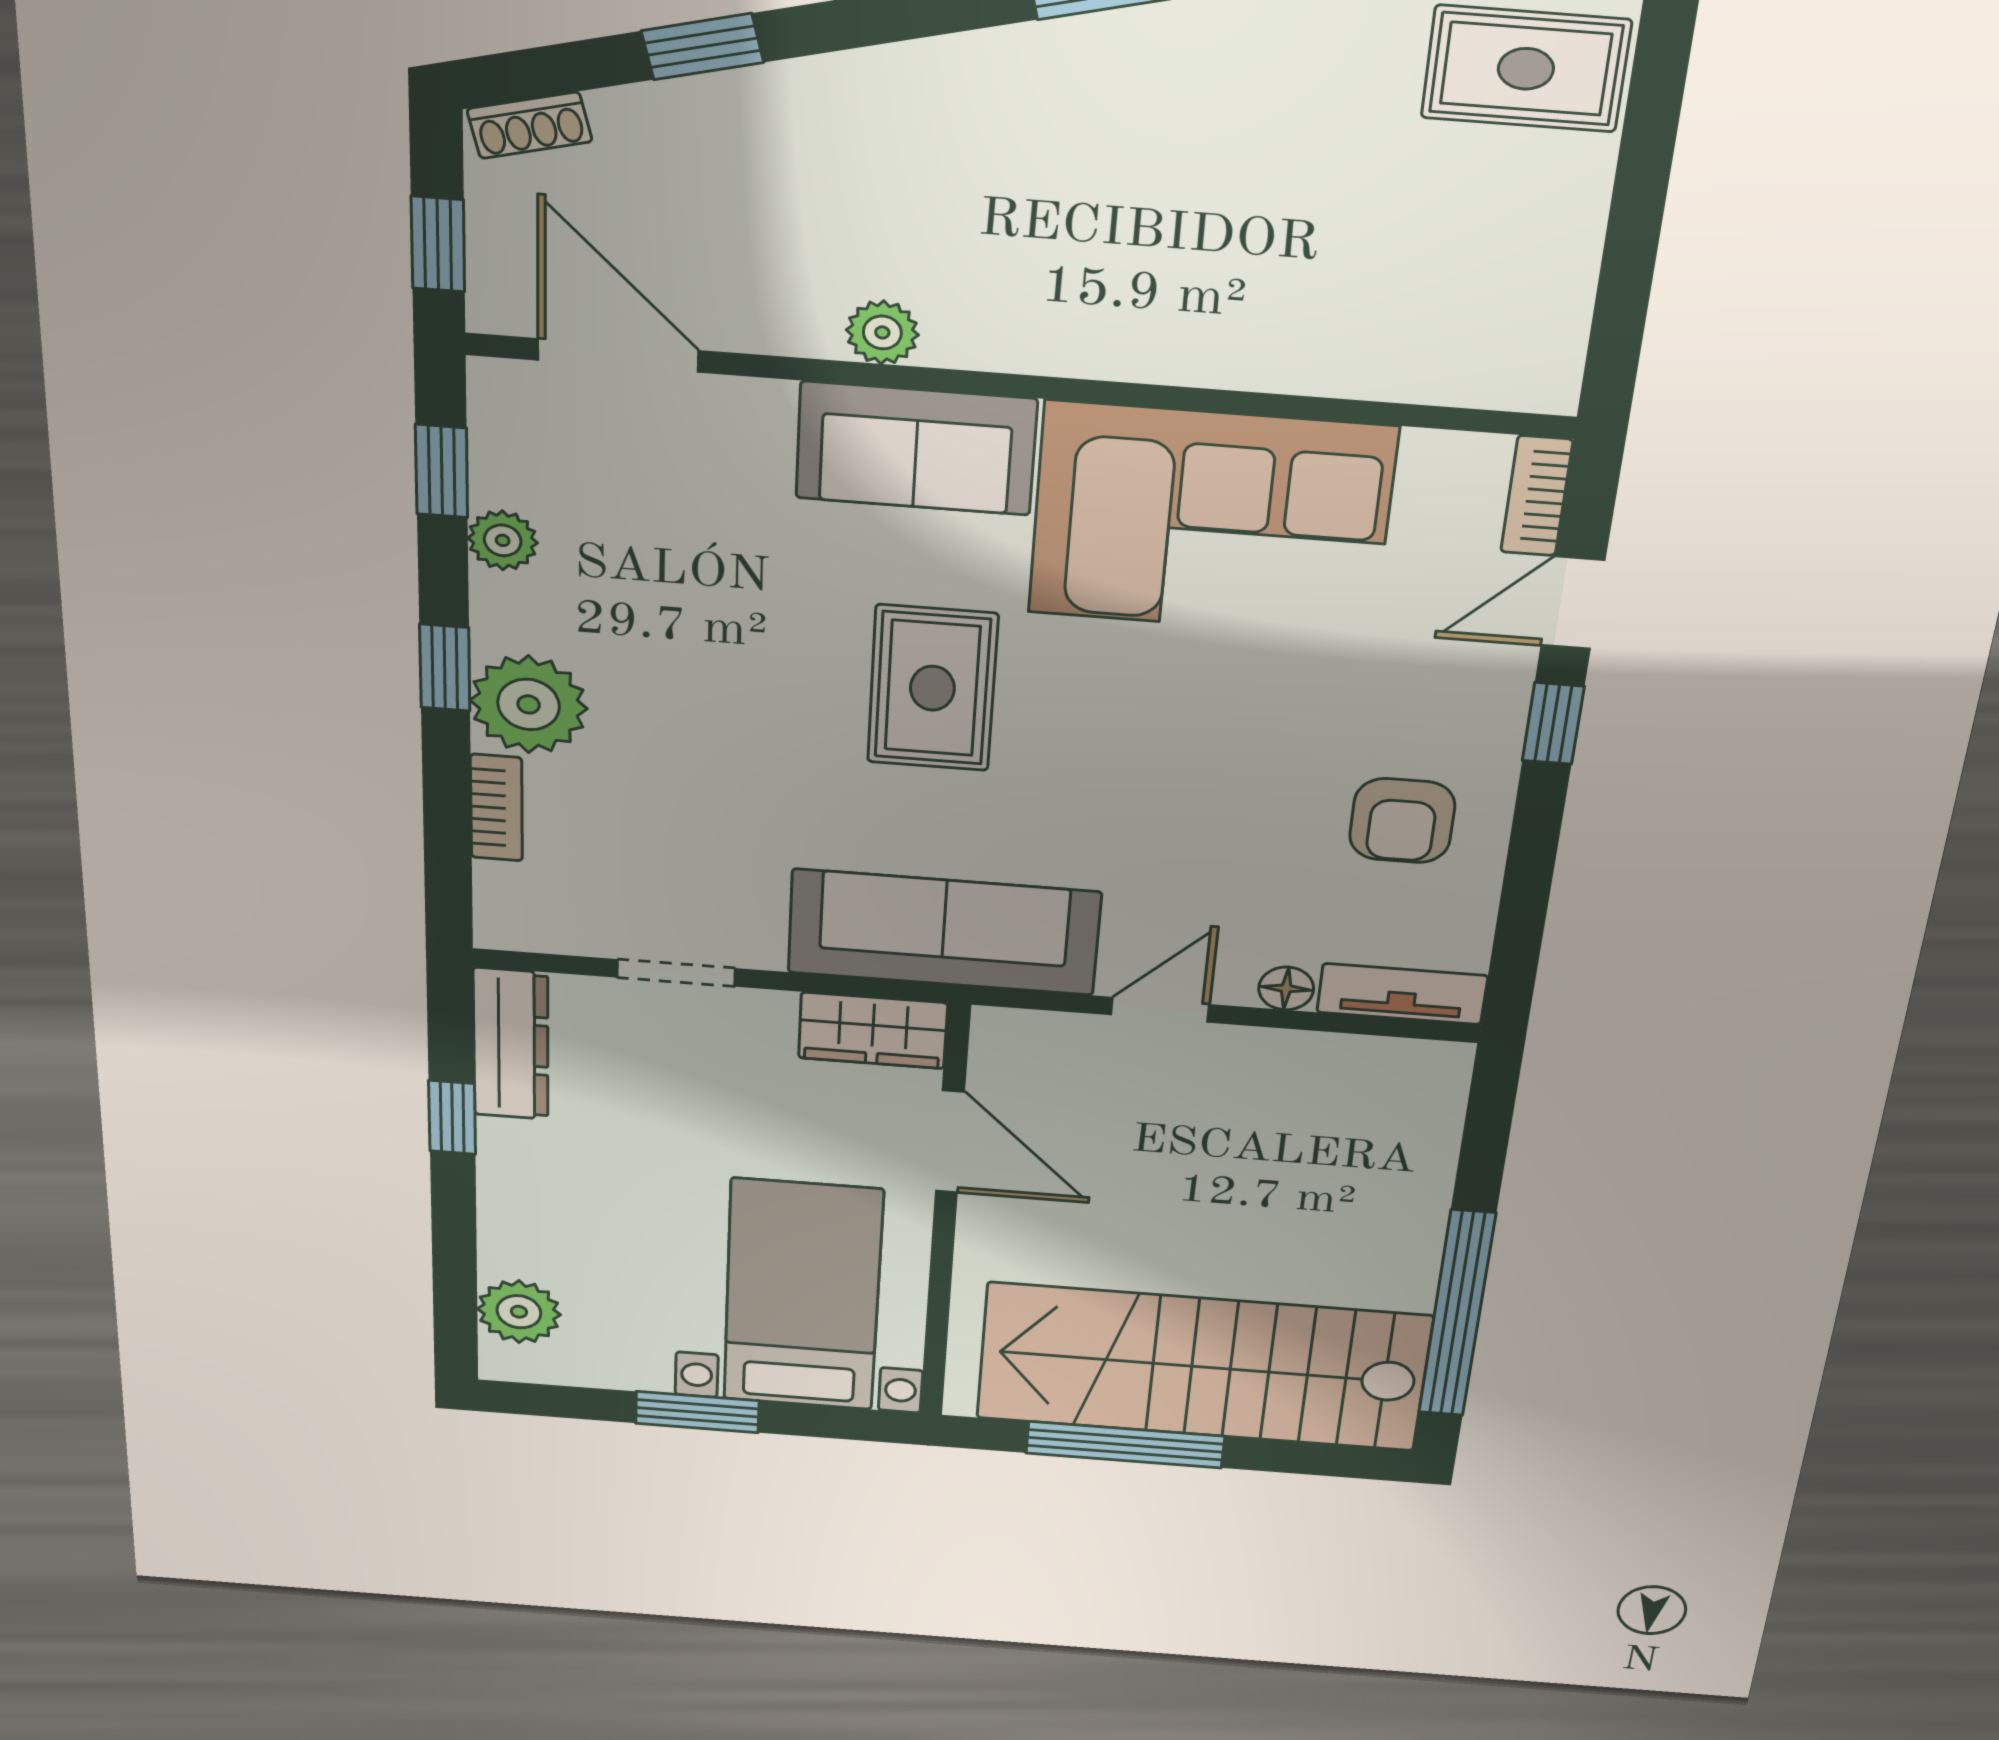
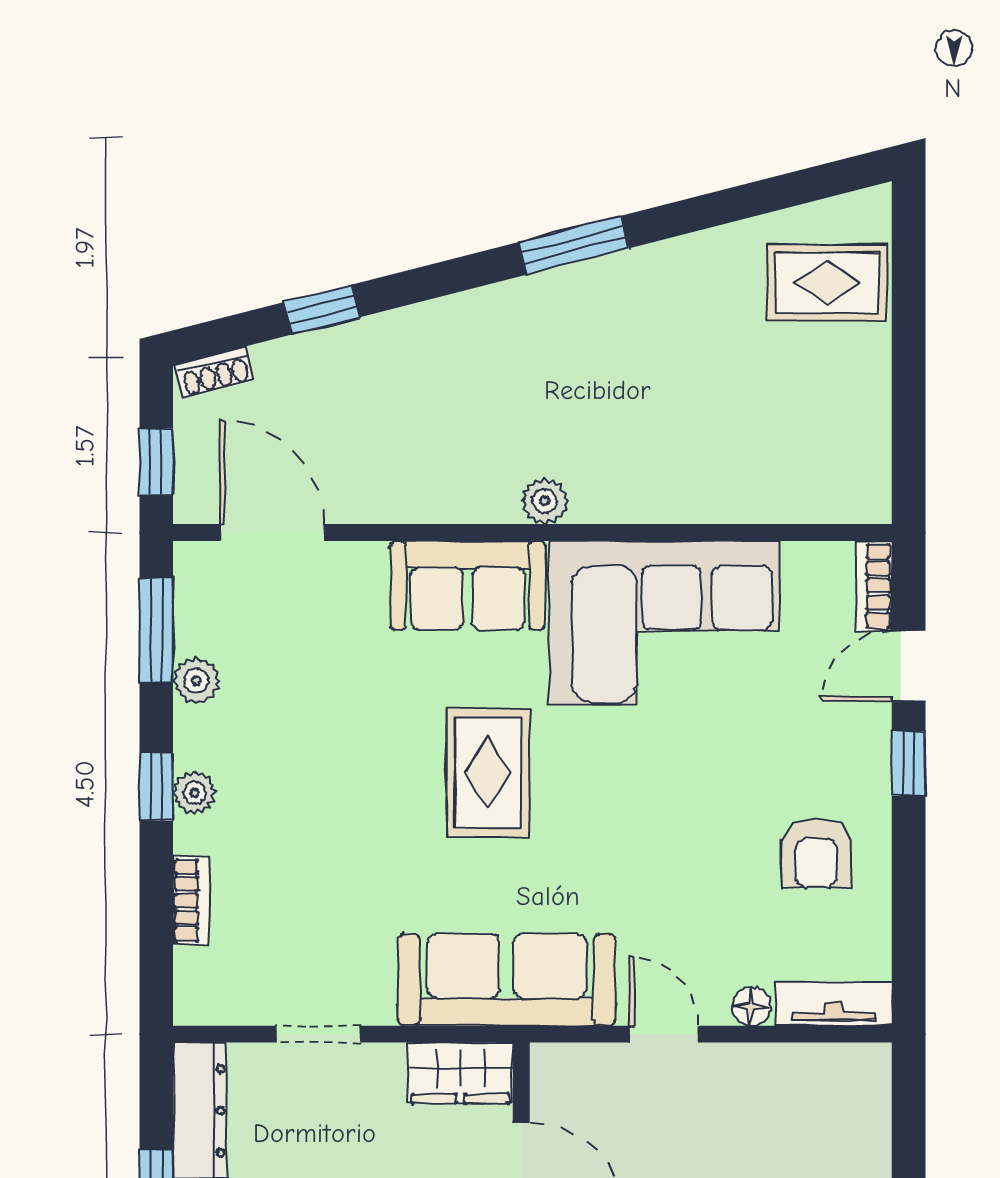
plant: (882, 332) -> (545, 501), moved
window: (442, 471) -> (156, 630), width x1.50
plant: (529, 704) -> (194, 793), width x0.53, depth x0.53
door: (1160, 1010) -> (664, 1034), hinge flipped

